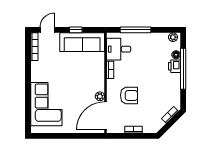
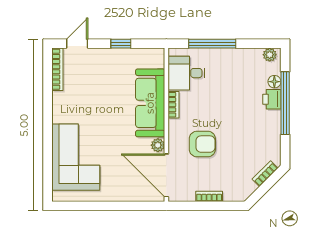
sofa: (82, 42) -> (150, 103), moved, turned 90
door: (106, 116) -> (166, 175), hinge flipped

